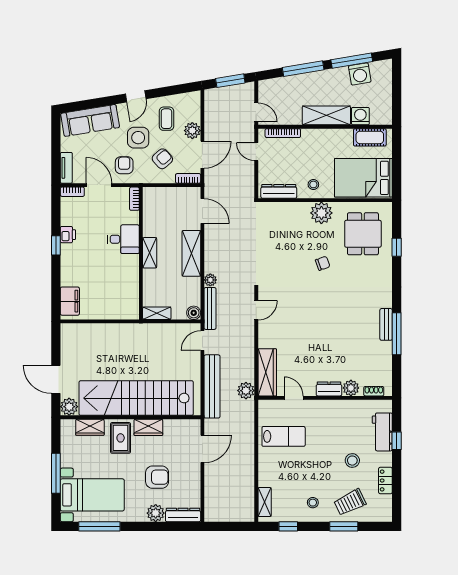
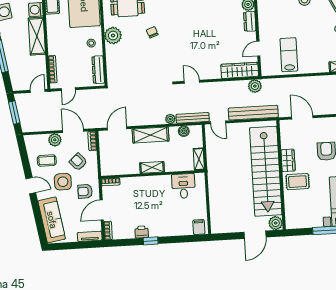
desk: (123, 239) -> (183, 186), moved
filing cabinet: (70, 301) -> (199, 227), width x0.50
boiler: (194, 313) -> (184, 131), moved
wardrobe: (90, 427) -> (291, 206), removed

